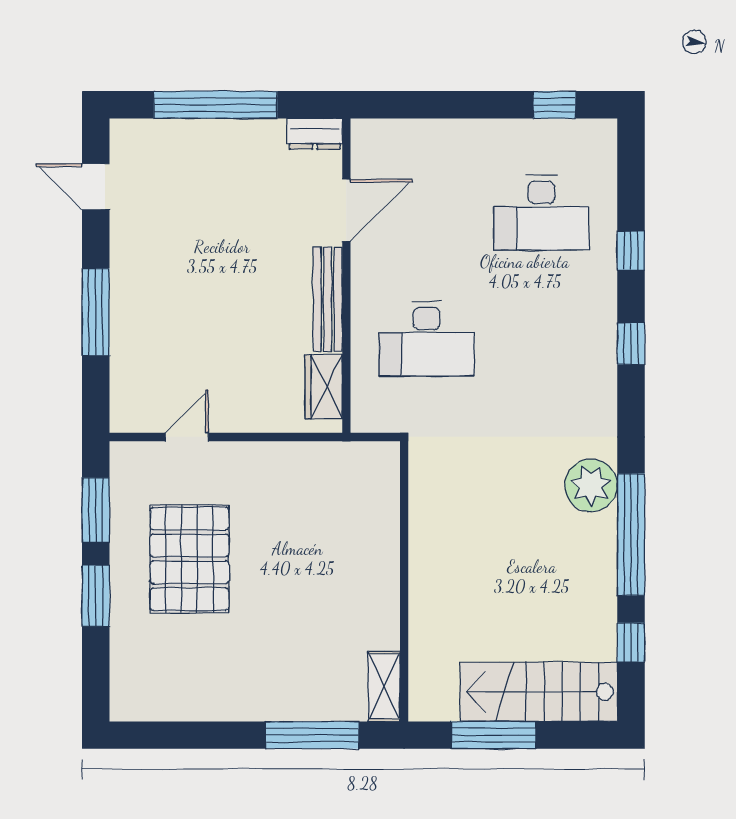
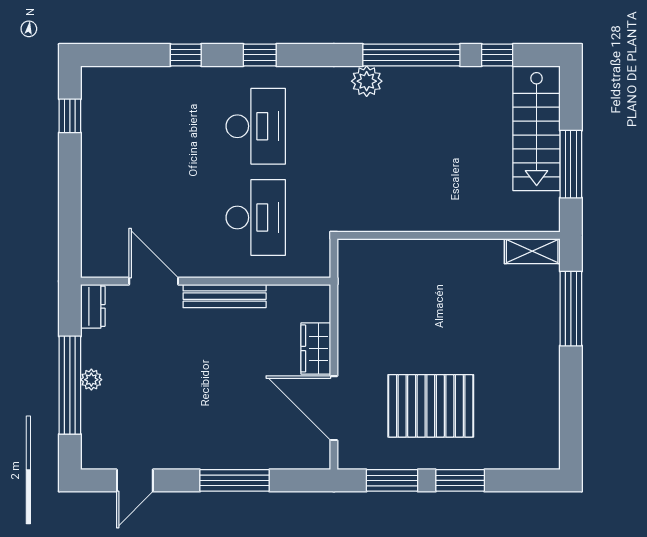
plant: (223, 132) -> (91, 380), added
desk: (541, 213) -> (256, 126), moved
wardrobe: (324, 387) -> (316, 348), moved, turned 90
door: (187, 437) -> (334, 408), width x1.87
plant: (591, 485) -> (367, 81), width x0.73, depth x0.73

